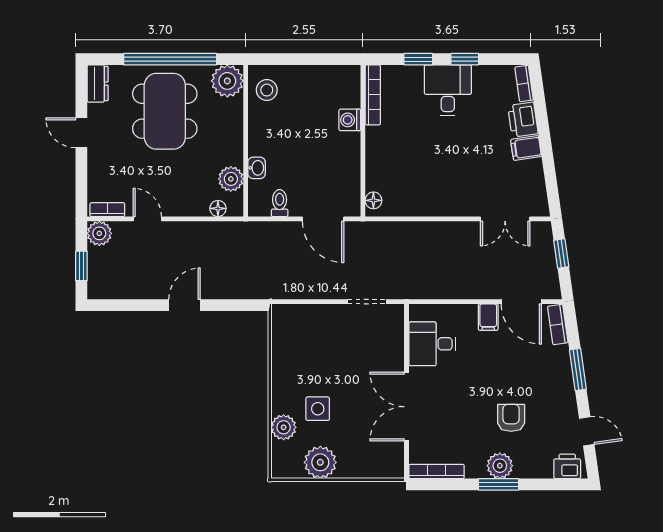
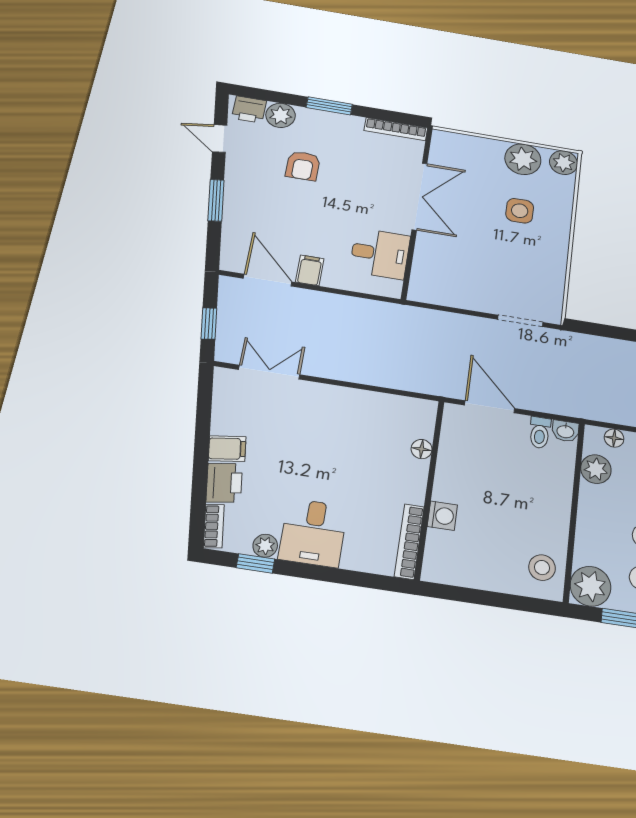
window: (418, 59) -> (345, 577), removed
window: (465, 59) -> (255, 563), moved
plant: (482, 74) -> (265, 546), added
washbasin: (257, 168) -> (565, 431), moved, turned -90
floor lamp: (373, 200) -> (422, 449), moved
doorway: (367, 302) -> (520, 321), moved
bookcase: (558, 324) -> (229, 250), removed
plant: (284, 427) -> (564, 163), moved
plant: (500, 466) -> (281, 115), moved

